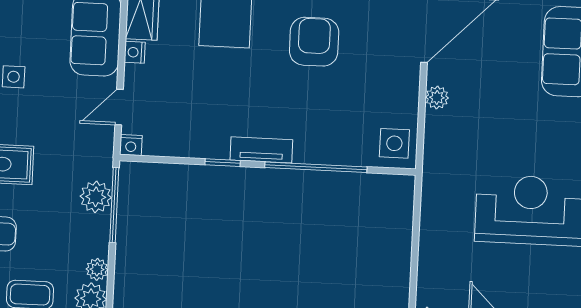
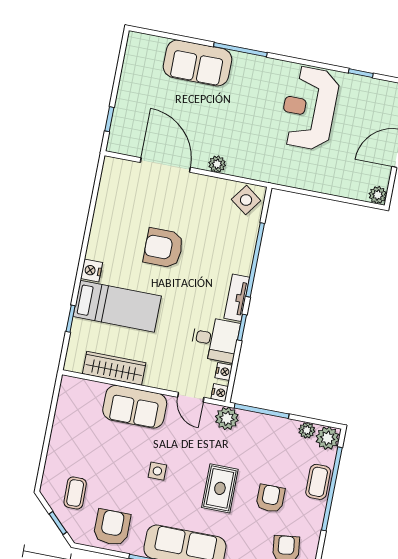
nightstand: (135, 52) -> (224, 372), moved, turned -90
desk: (202, 129) -> (215, 339), added
side table: (394, 143) -> (246, 200), turned 36
plant: (96, 197) -> (227, 418), moved

